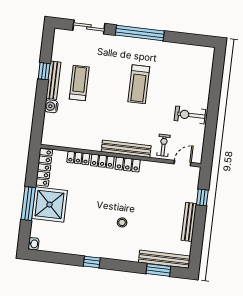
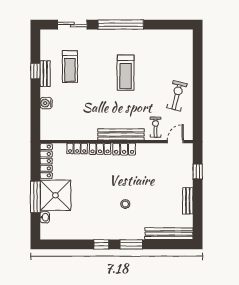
bench: (53, 80) -> (45, 74), width x0.73
treadmill: (79, 83) -> (70, 67), moved, turned 180
exercise bike: (190, 115) -> (177, 96), turned 104
bench: (189, 222) -> (188, 201), width x0.73
washbasin: (34, 244) -> (45, 217), moved
window: (158, 270) -> (131, 244), moved

